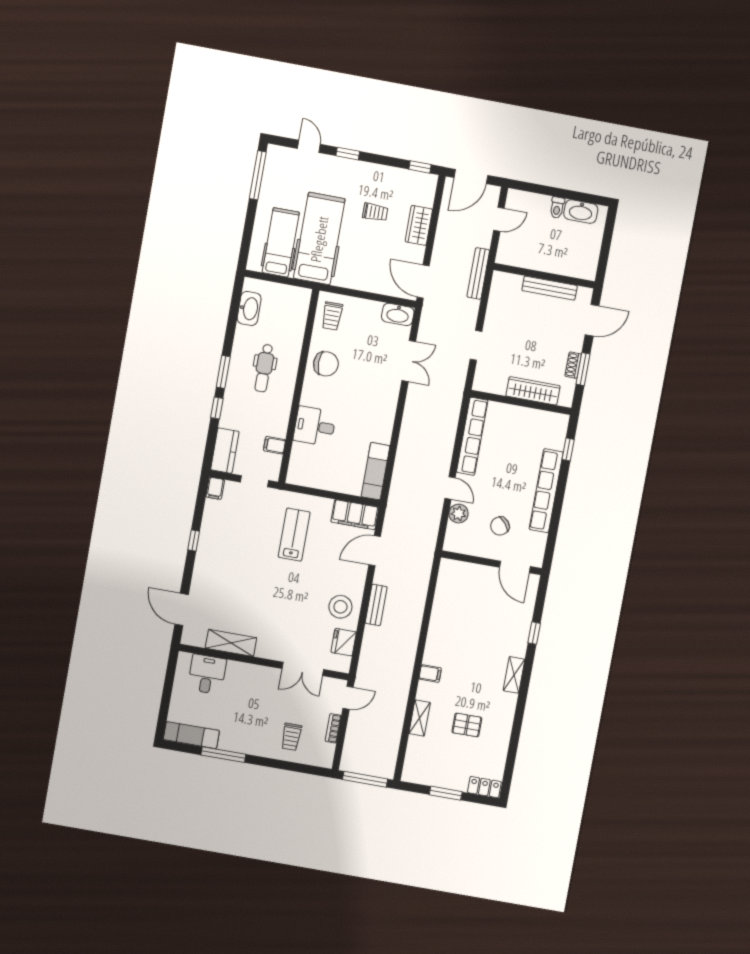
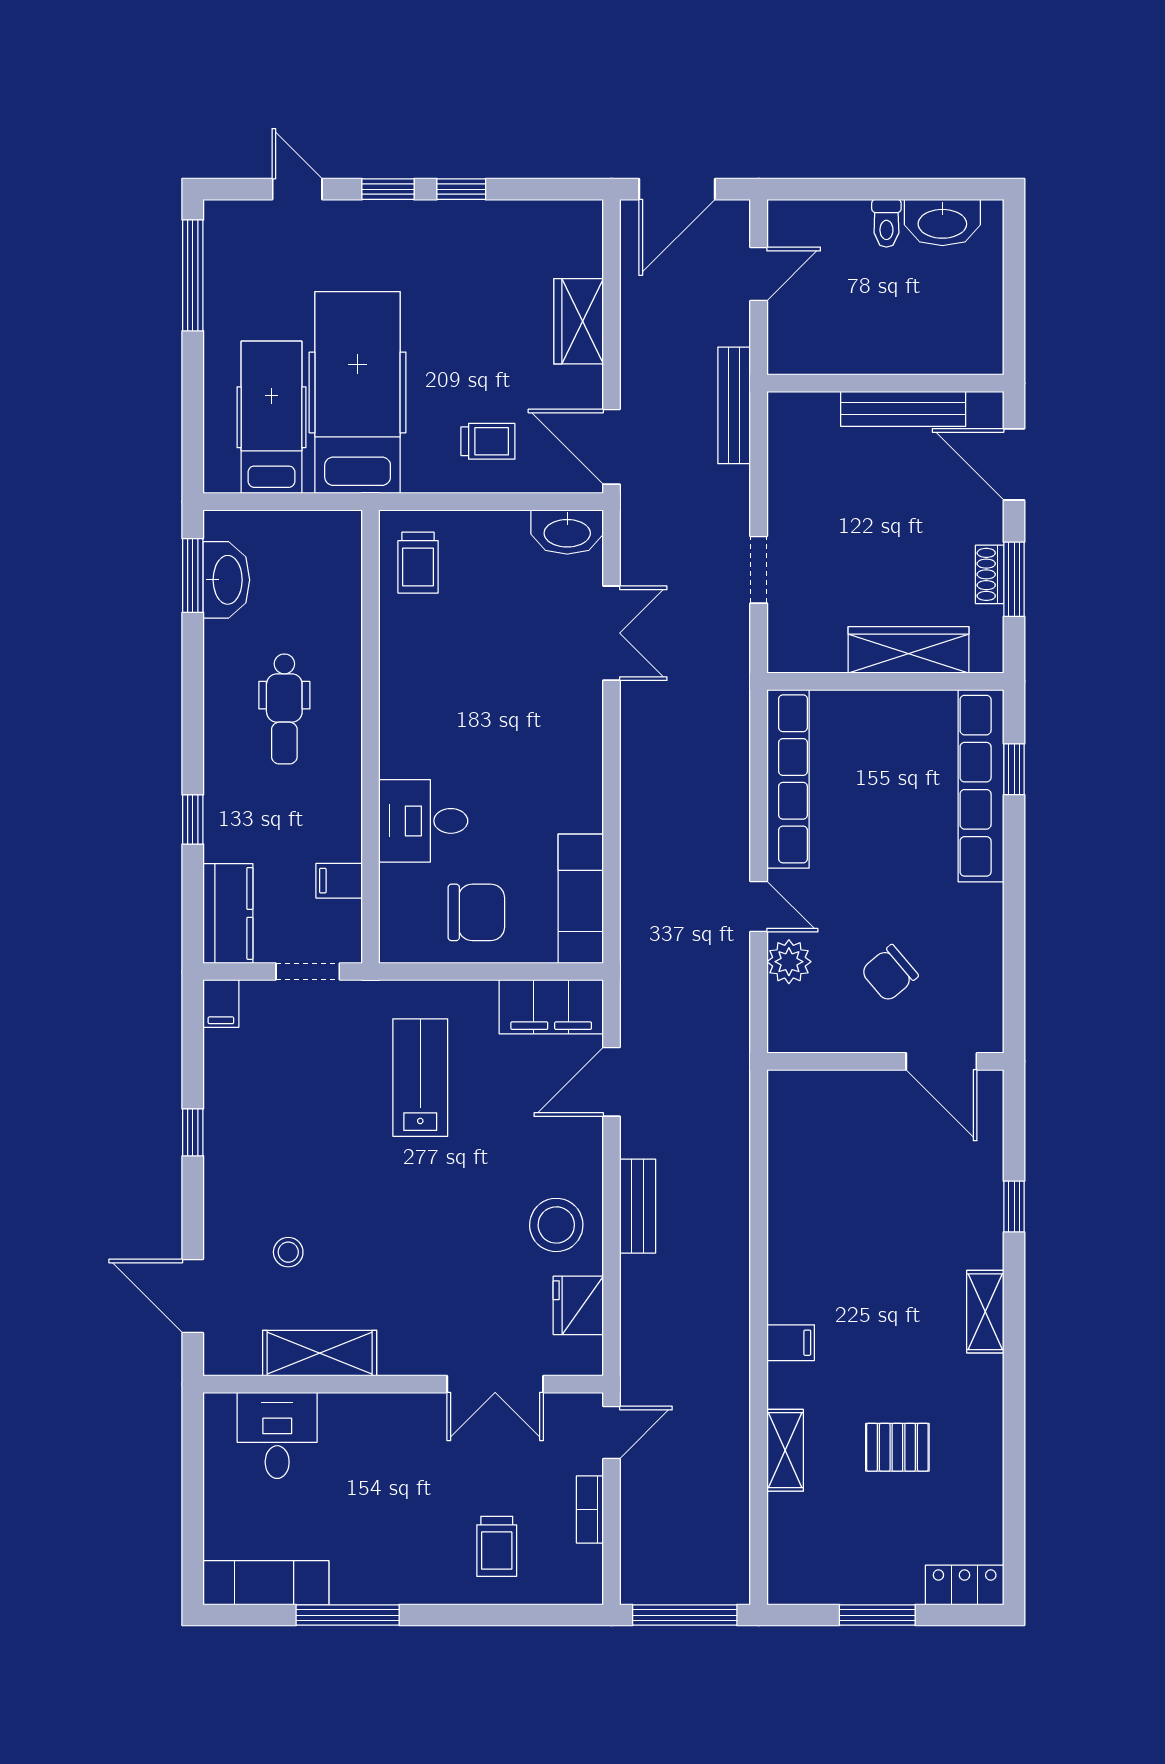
window: (420, 167) -> (461, 189), moved
trolley: (375, 212) -> (488, 441), moved
door: (592, 320) -> (1014, 464), swing flipped
chair: (326, 364) -> (476, 912), moved
window: (223, 372) -> (193, 575), moved
row of seats: (546, 491) -> (981, 786), moved
stool: (225, 598) -> (288, 1252), added

